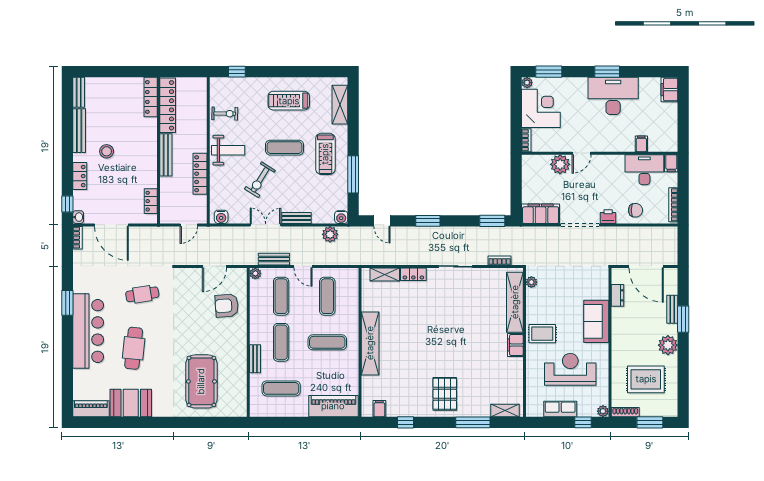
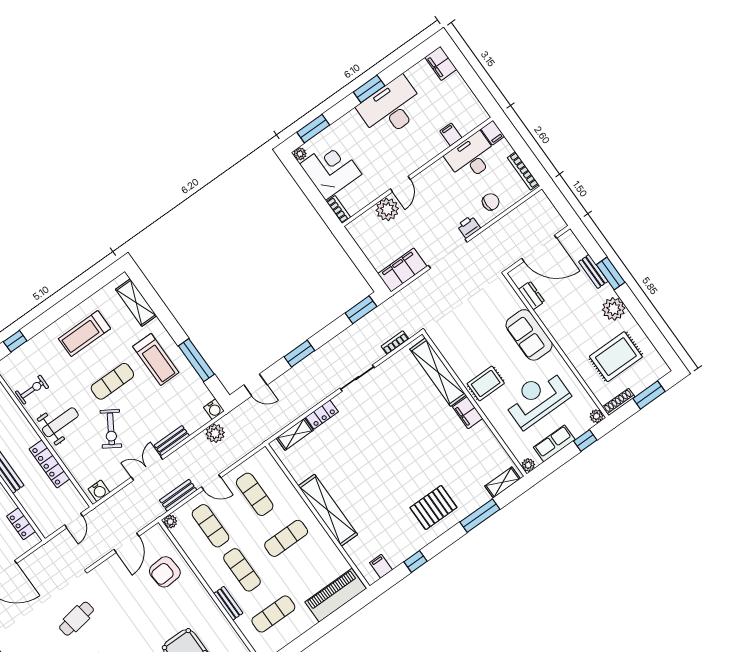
plant: (531, 282) -> (528, 465), moved
pallet: (445, 394) -> (433, 507), turned 90

